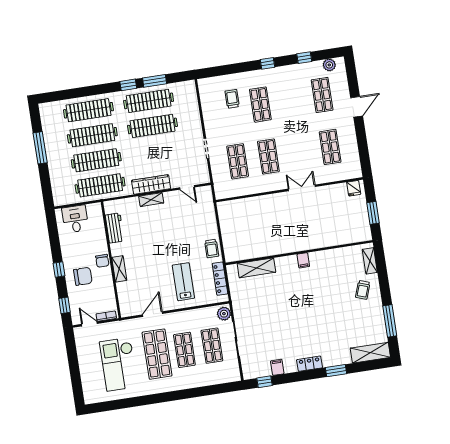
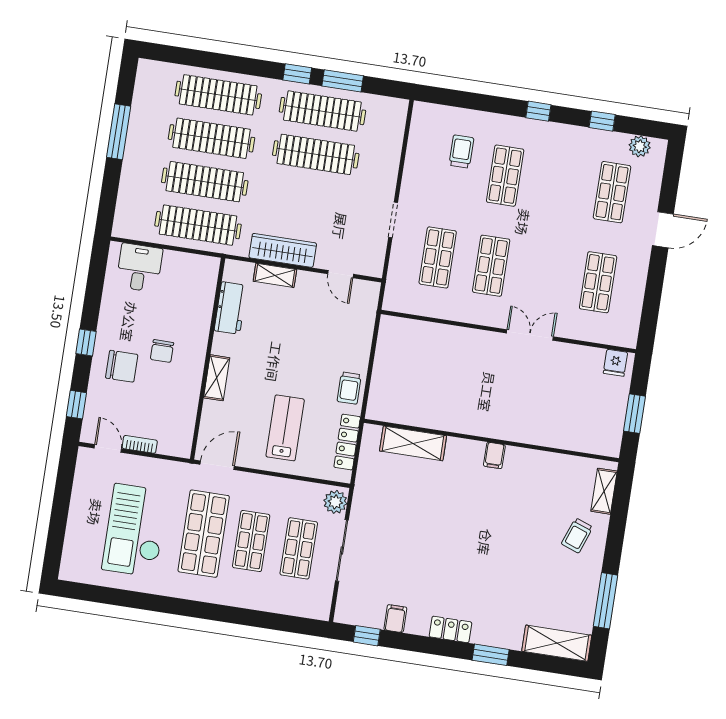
workbench: (115, 228) -> (231, 308), moved
wall: (111, 260) -> (208, 359), moved
shelving: (119, 269) -> (217, 378), moved

